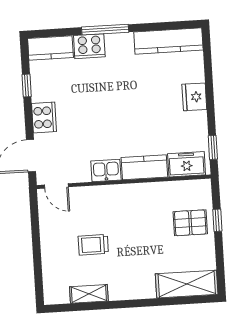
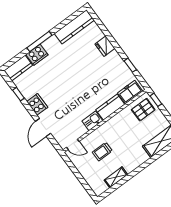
freezer: (187, 164) -> (130, 92), moved
kitchen counter: (144, 167) -> (110, 107), moved
kitchen sink: (106, 170) -> (92, 121), moved
wall: (124, 182) -> (105, 121), moved
door: (56, 186) -> (73, 144), moved

